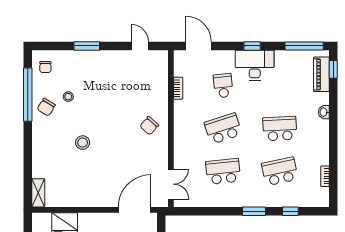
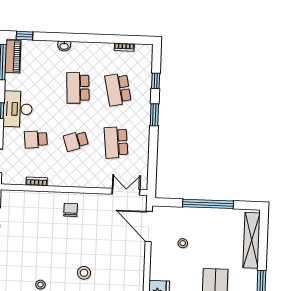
piano: (321, 74) -> (13, 56), moved, turned -90
chair: (149, 126) -> (71, 210), turned -132
school desk: (223, 129) -> (76, 141), width x0.54

